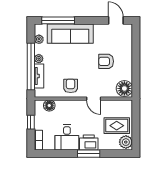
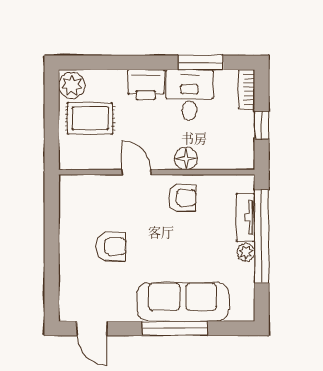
window: (58, 20) -> (175, 328), moved
plant: (39, 39) -> (246, 291), removed
armchair: (71, 86) -> (182, 198), turned -90
floor lamp: (124, 88) -> (75, 193), removed
floor lamp: (49, 105) -> (186, 158), moved
window: (89, 154) -> (201, 63), moved

